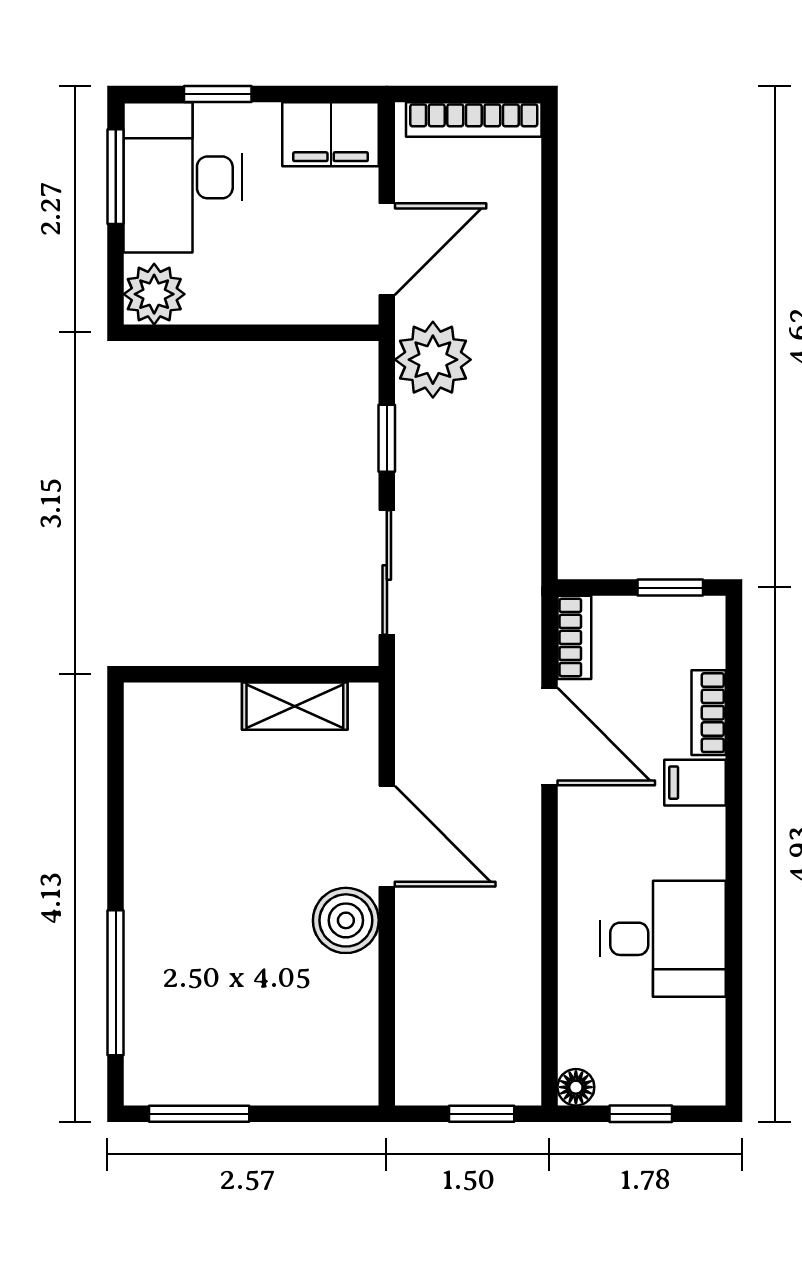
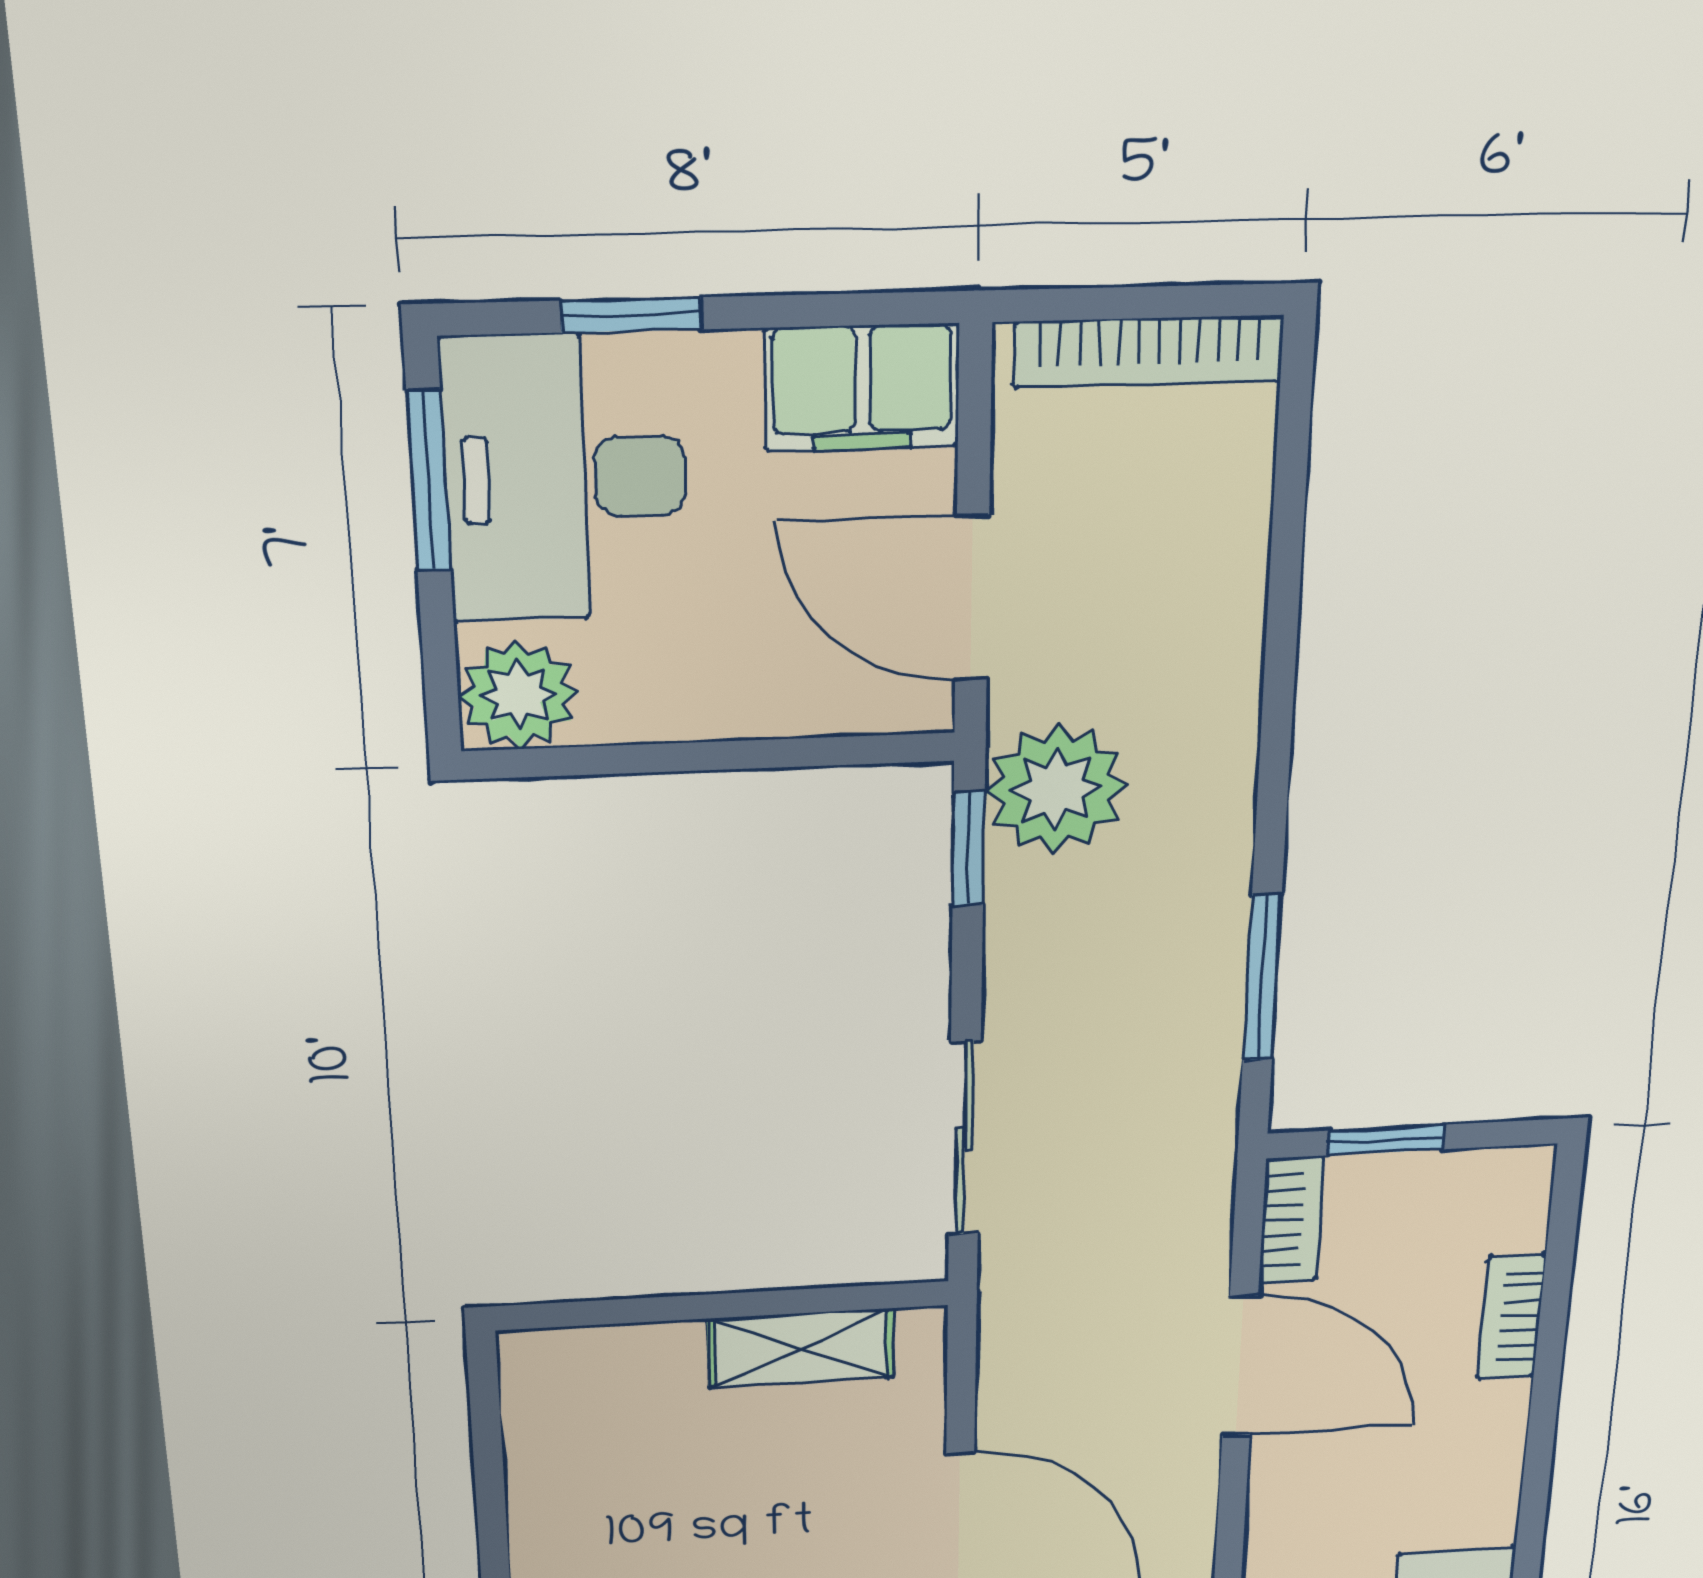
door: (387, 249) -> (972, 598), swing flipped
window: (387, 438) -> (969, 849), moved
window: (549, 479) -> (1262, 978), added
window: (670, 588) -> (1386, 1140), moved
filing cabinet: (695, 783) -> (1479, 1417), removed

